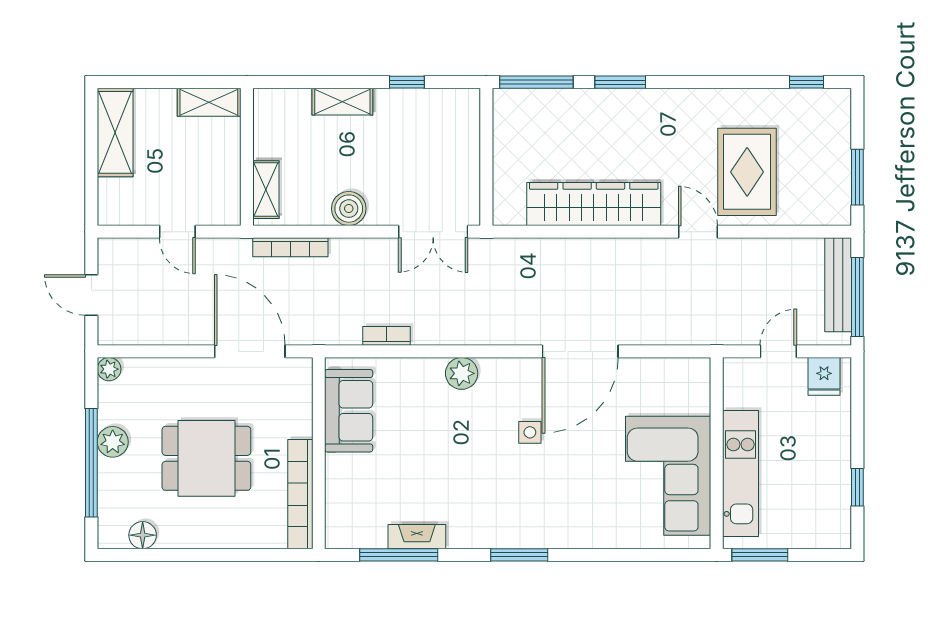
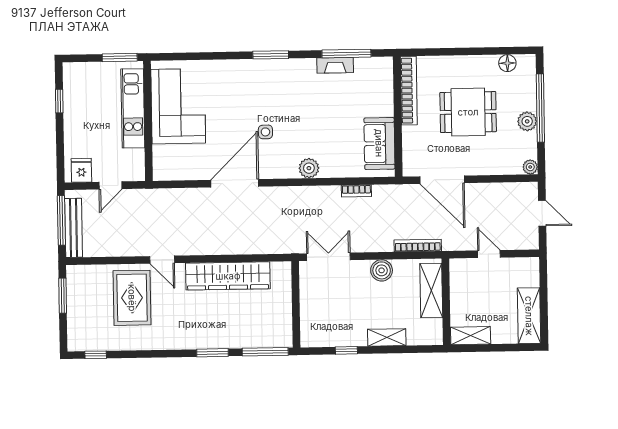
shelving: (266, 190) -> (431, 291), width x1.50, depth x1.33

